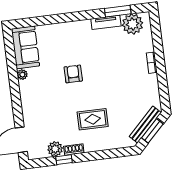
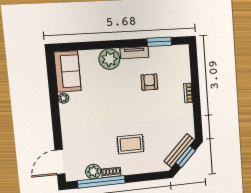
tv unit: (106, 22) -> (134, 53), moved
plant: (133, 24) -> (109, 59), moved
armchair: (73, 74) -> (149, 82), moved
window: (64, 160) -> (101, 182), width x3.17

